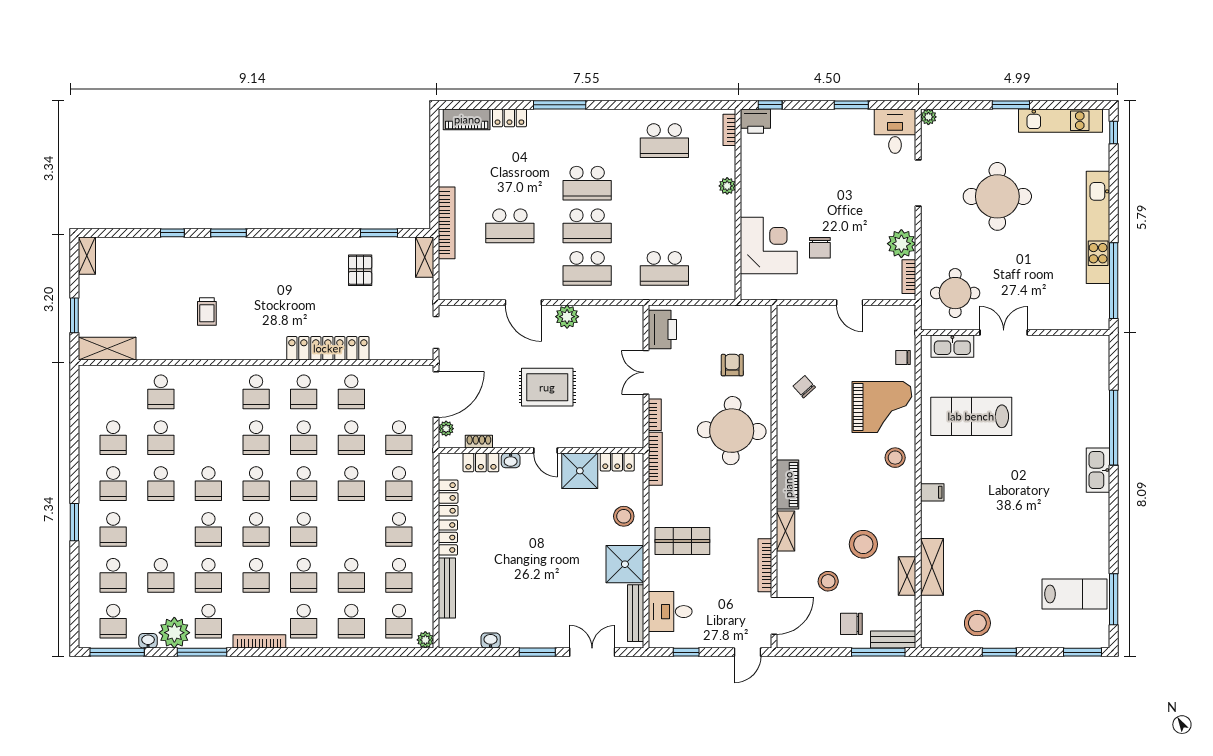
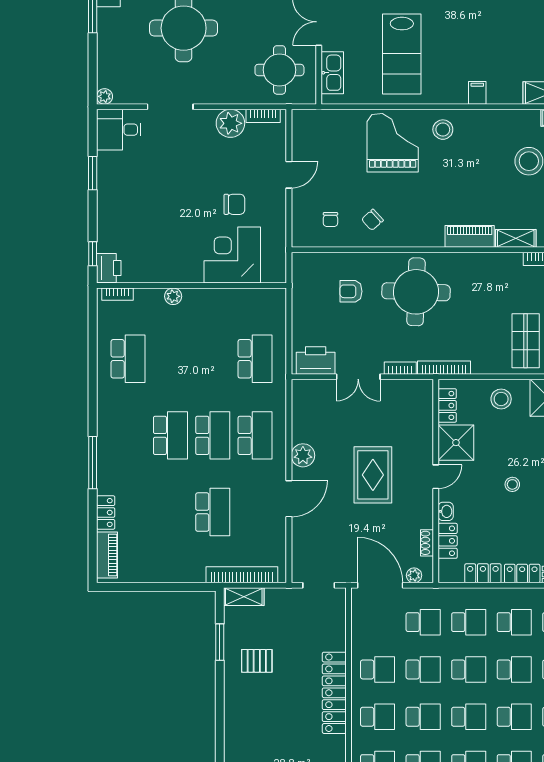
bookcase: (447, 223) -> (242, 575), moved
chair: (903, 358) -> (330, 220), moved
stool: (538, 528) -> (512, 484), added
school desk: (351, 529) -> (514, 669), added

